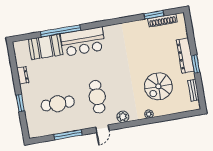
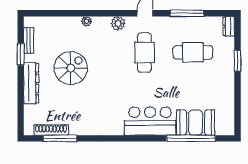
window: (154, 15) -> (60, 138), width x1.44
window: (61, 31) -> (191, 138), moved
window: (196, 64) -> (21, 54), moved
dresser: (23, 75) -> (229, 26), moved
spiral stairs: (158, 86) -> (71, 68), moved

